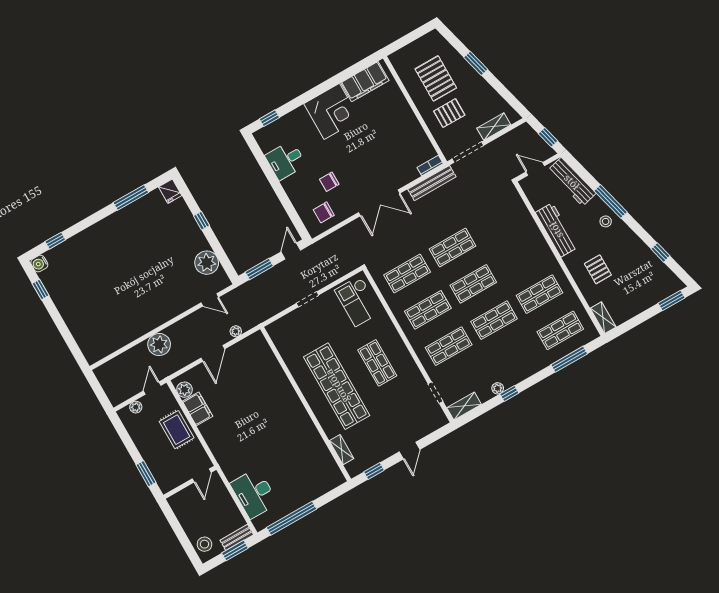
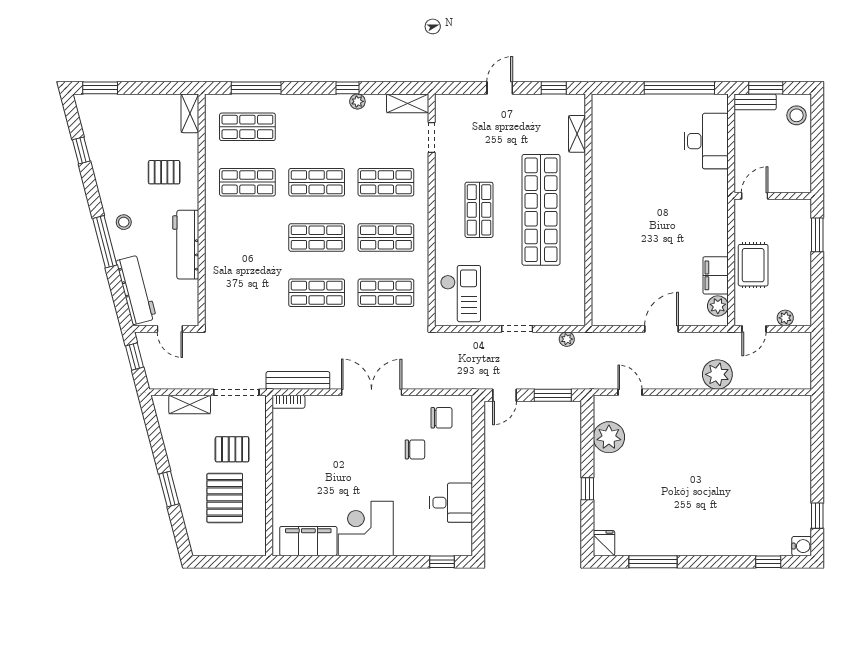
pallet: (598, 269) -> (164, 172), turned 90
plant: (236, 331) -> (567, 339), moved

